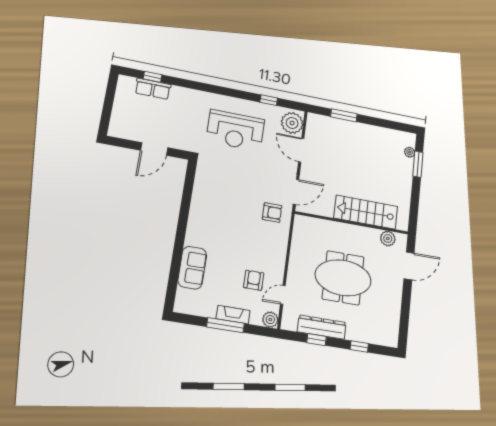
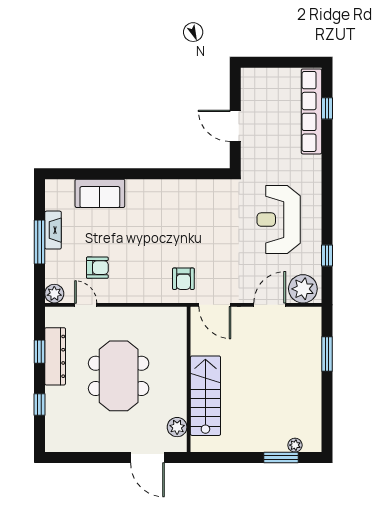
row of seats: (153, 89) -> (311, 111), width x2.02
fireplace: (233, 315) -> (53, 230), moved

